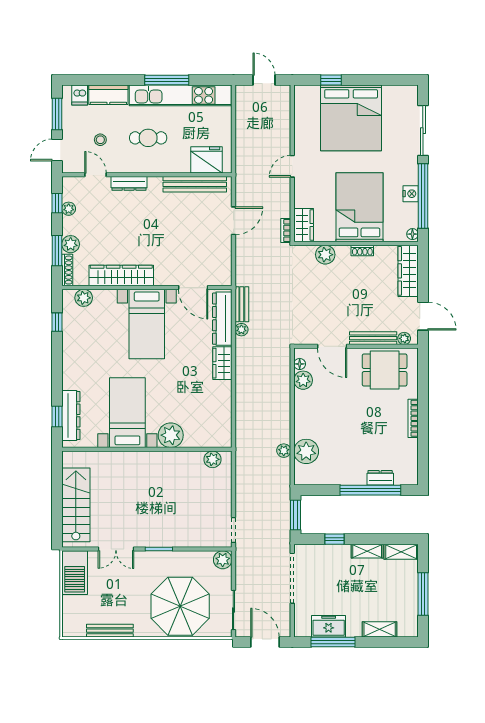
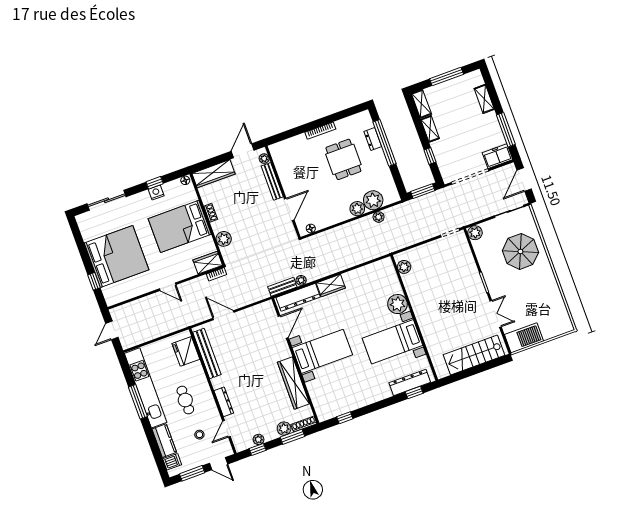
window: (423, 196) -> (155, 183), width x0.32
plant: (84, 298) -> (320, 405), removed
dining table: (385, 370) -> (343, 159), moved
plant: (303, 380) -> (357, 209), moved
parasol: (180, 606) -> (520, 251), width x0.73, depth x0.73
freezer: (329, 626) -> (497, 156), moved, turned 90
bench: (110, 631) -> (557, 296), removed

